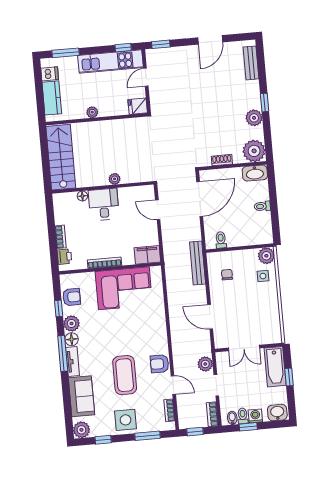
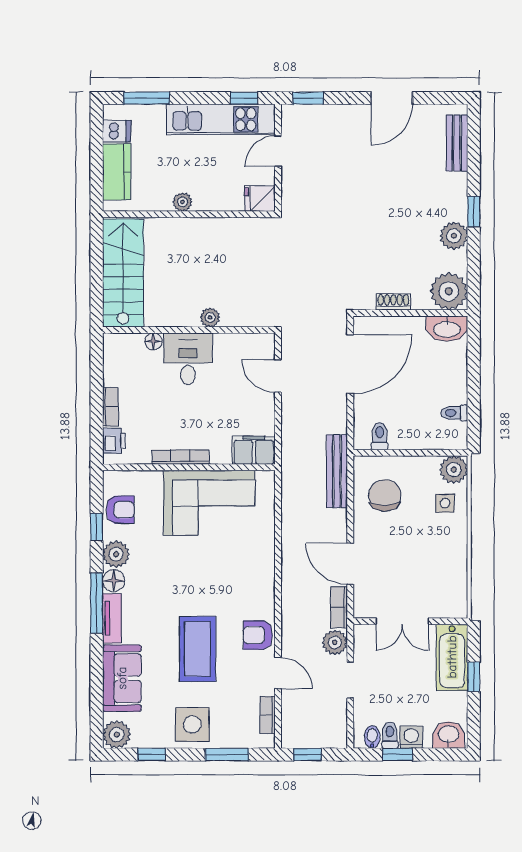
toilet: (262, 206) -> (454, 413), moved
chair: (227, 275) -> (385, 495), width x1.87, depth x1.87
bookcase: (212, 414) -> (339, 607), moved

